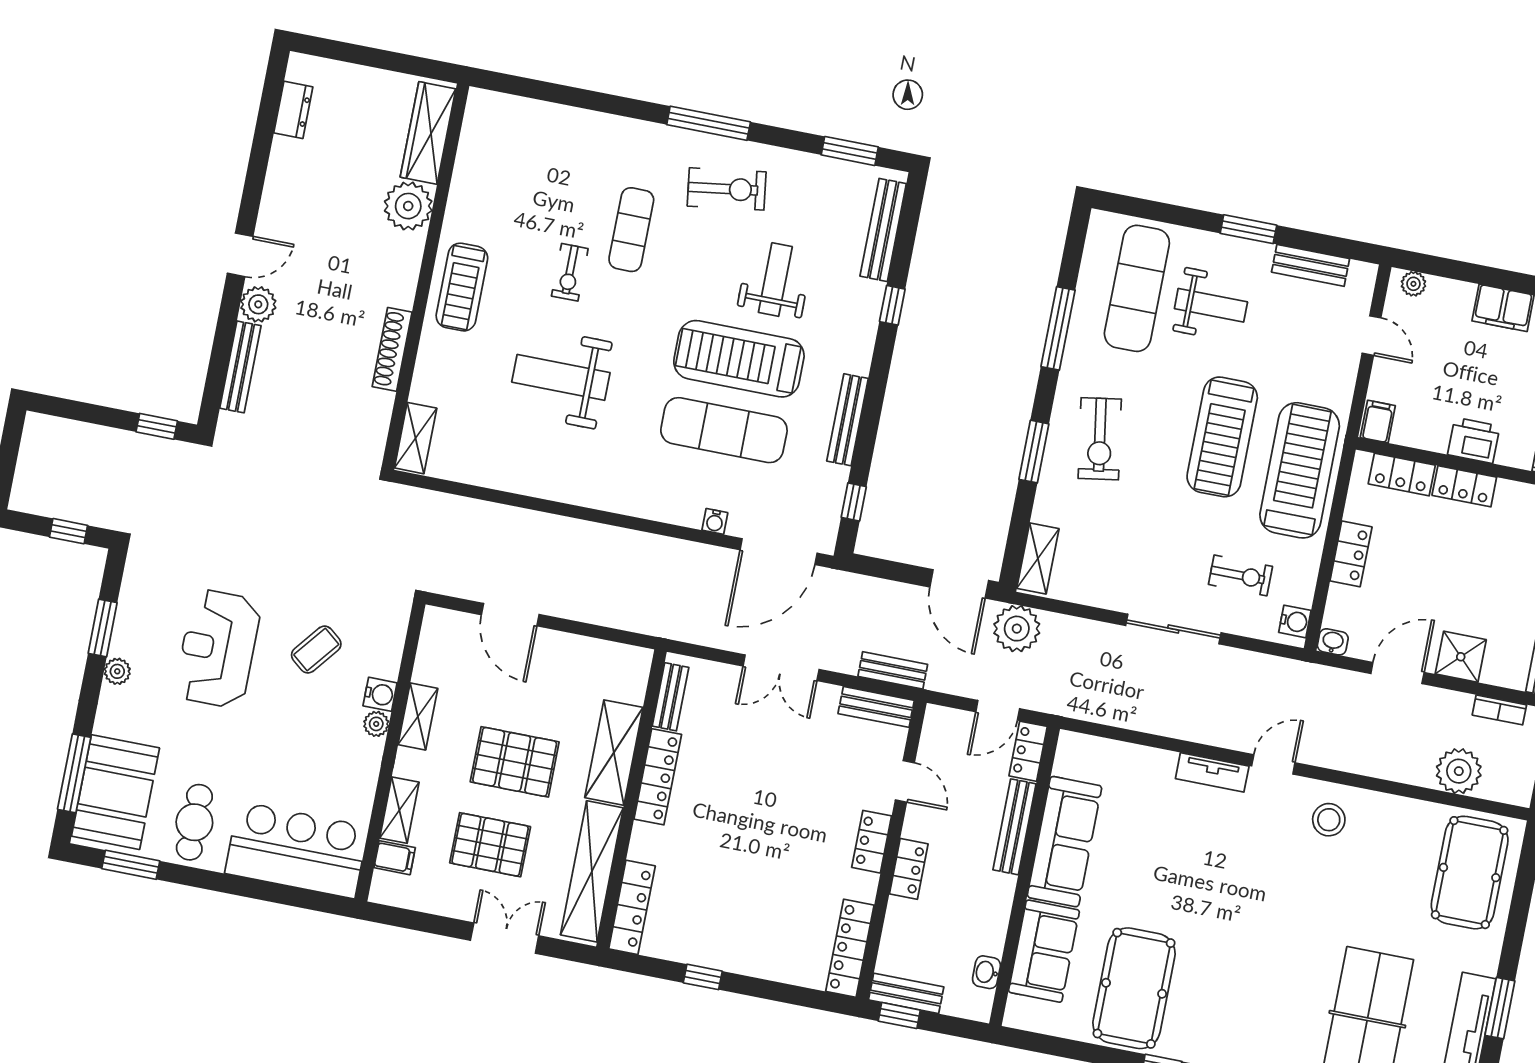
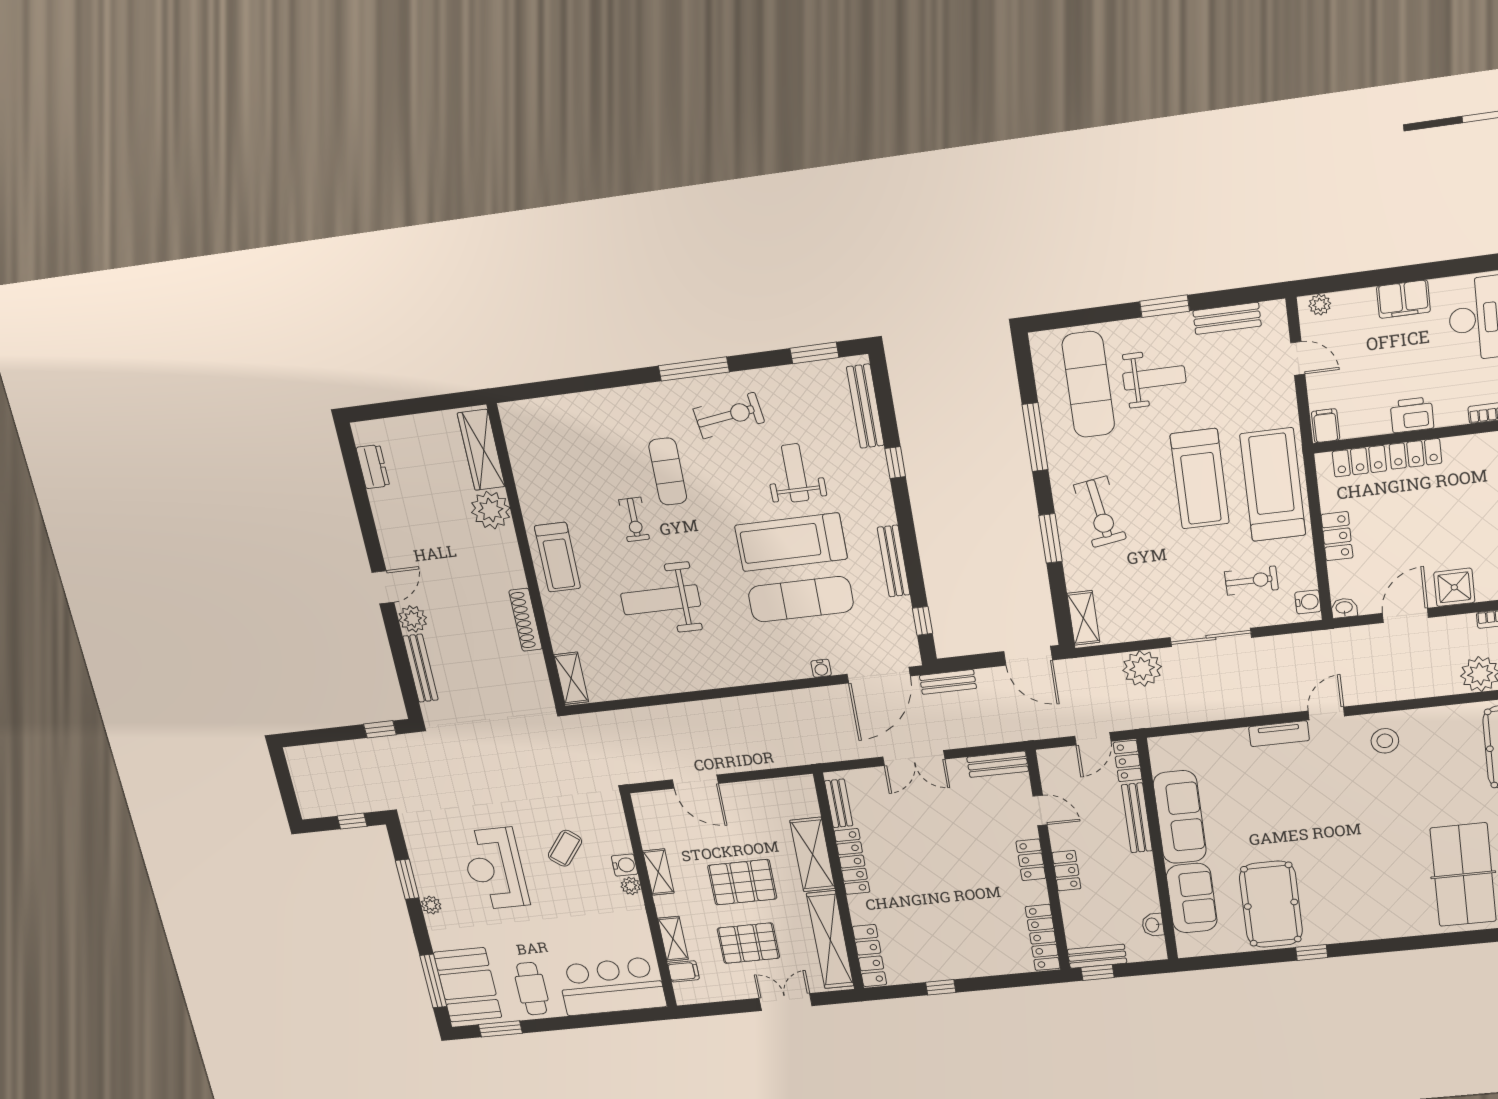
plant: (1017, 629) -> (1142, 669), moved
bench: (893, 670) -> (948, 682), moved

